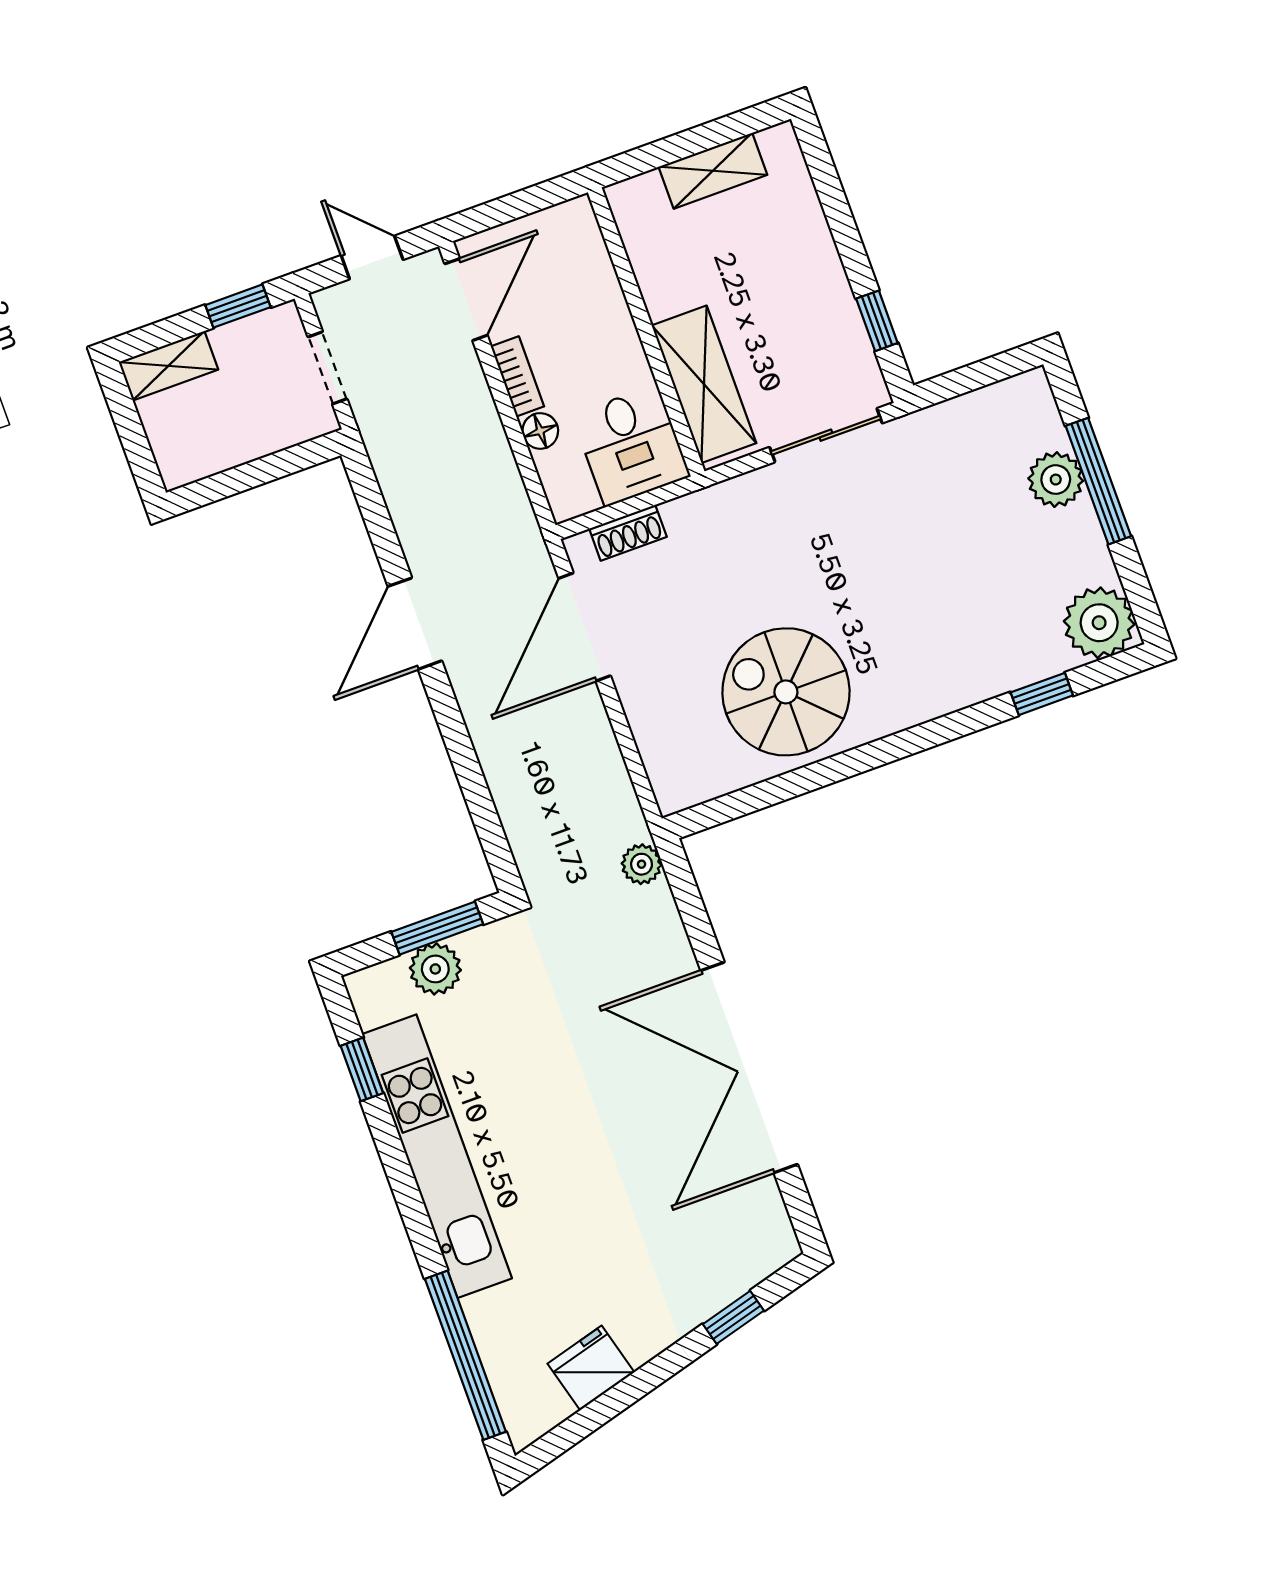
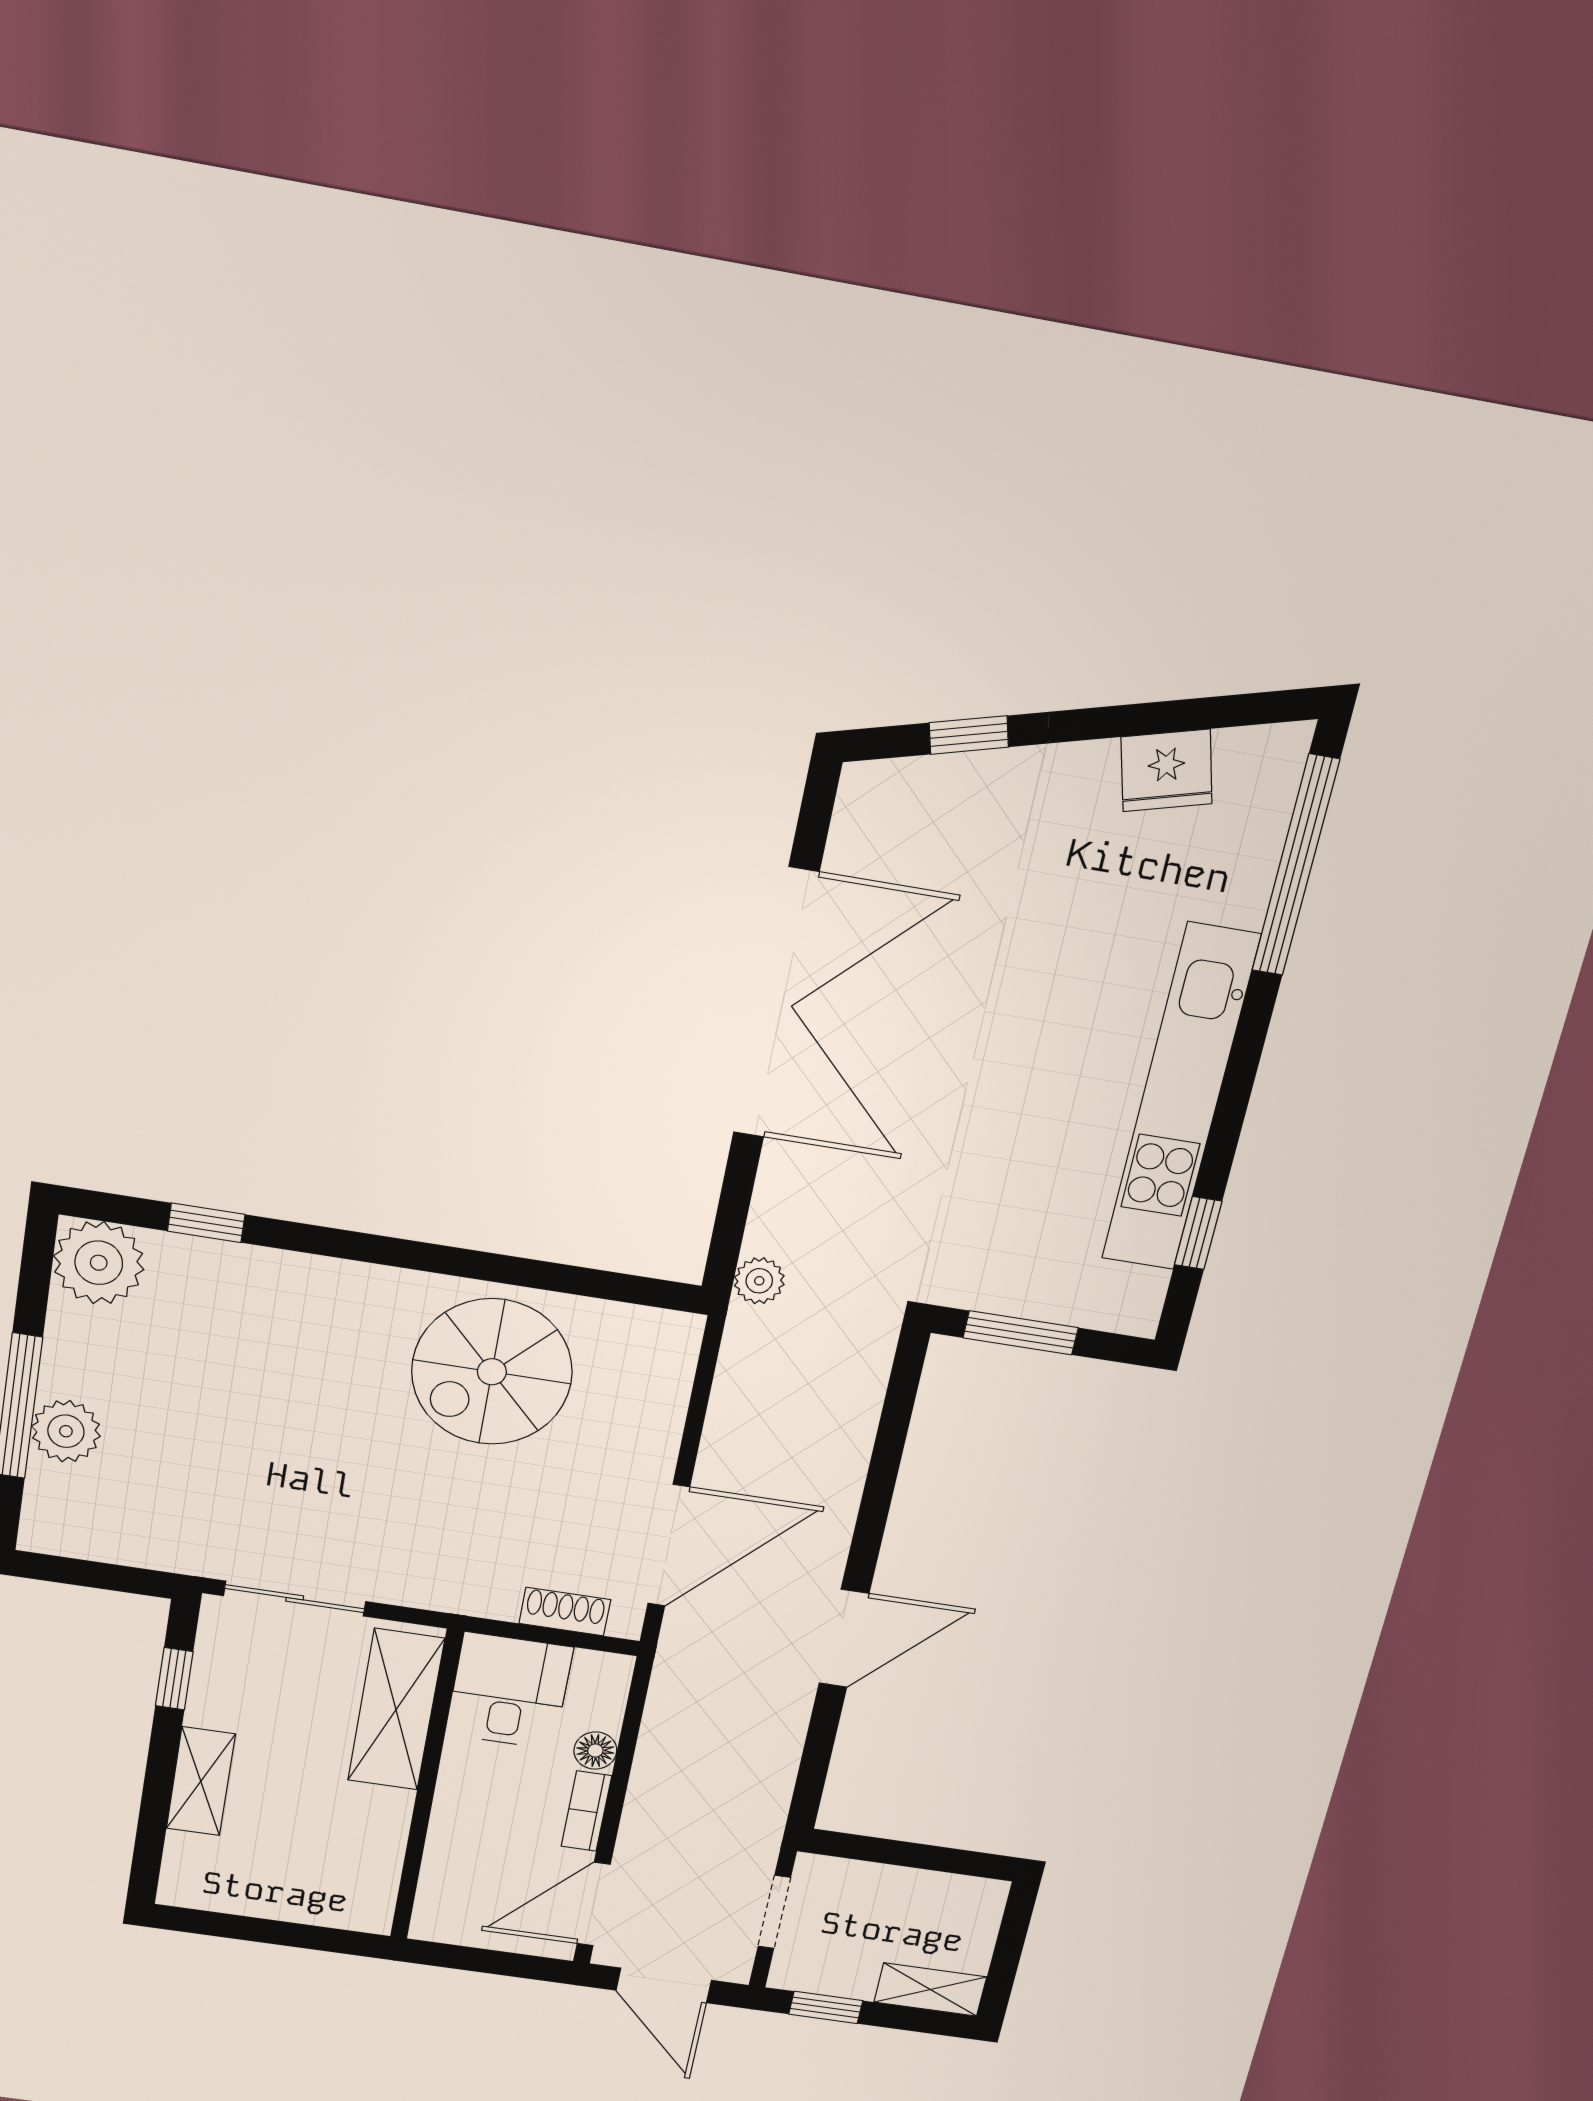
shelving: (713, 171) -> (201, 1781), moved, turned 90
door: (372, 258) -> (664, 1985), width x1.38
spiral stairs: (786, 692) -> (492, 1372), turned 90
plant: (435, 969) -> (1051, 1293), removed

